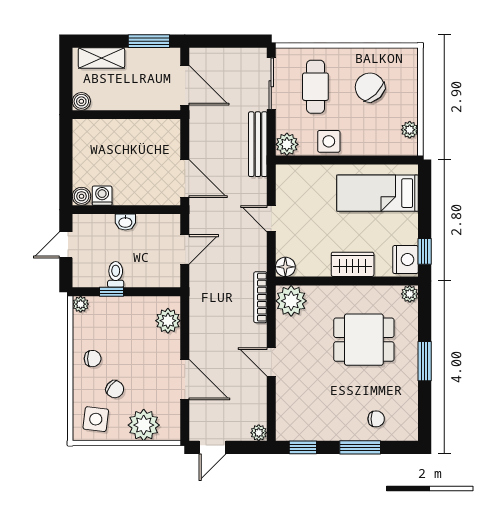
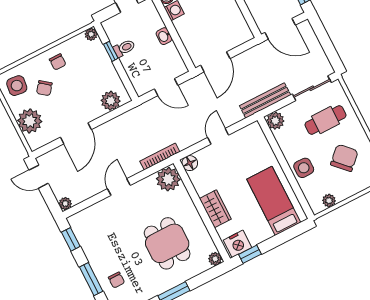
door: (185, 85) -> (280, 29), hinge flipped
side table: (329, 141) -> (304, 168), moved

